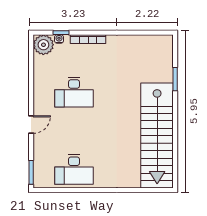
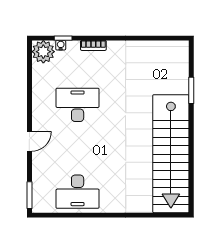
bookcase: (88, 39) -> (93, 45), width x0.64
desk: (74, 92) -> (78, 105), turned 180

